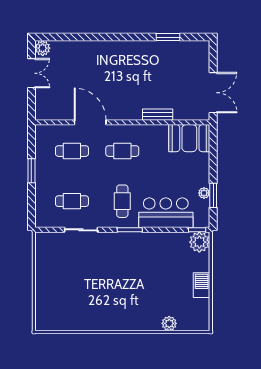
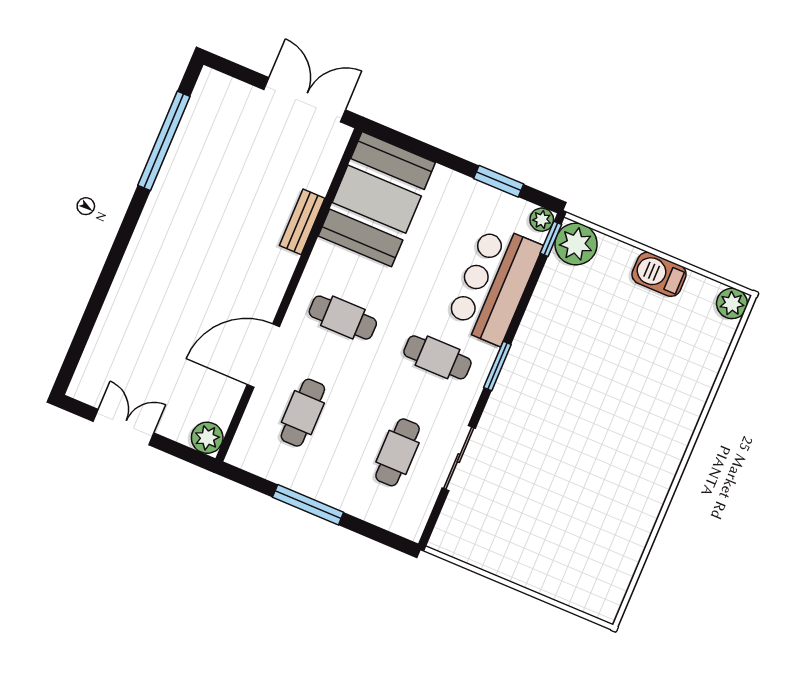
window: (168, 37) -> (164, 141), width x2.11
plant: (43, 48) -> (207, 438), moved
booth: (189, 138) -> (377, 199), width x1.36, depth x1.42
cafe table: (122, 151) -> (343, 318), turned 90
window: (31, 171) -> (308, 505), width x1.44
plant: (204, 193) -> (542, 220), moved
plant: (169, 323) -> (732, 303), moved

